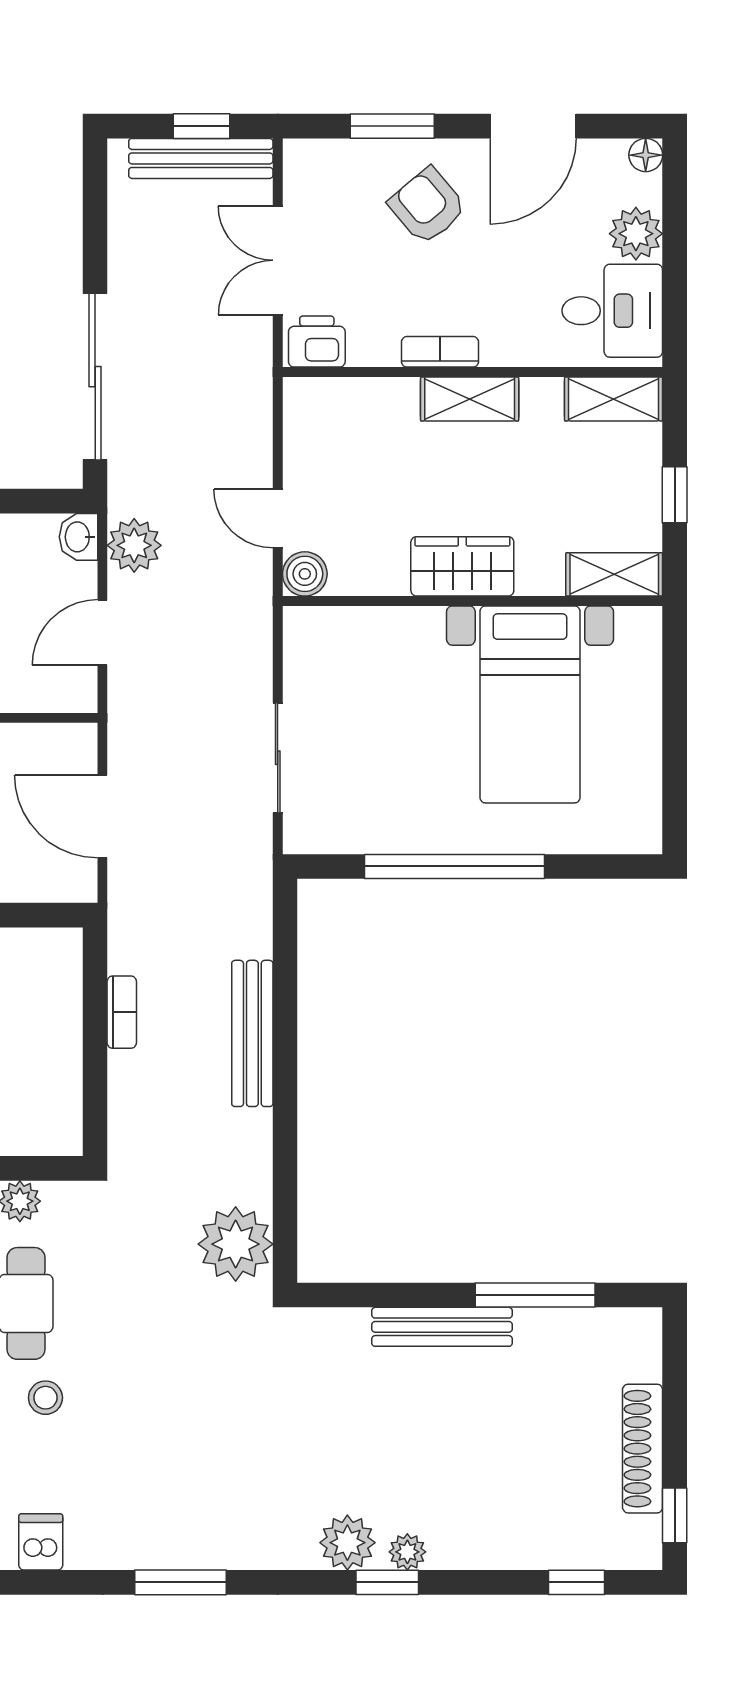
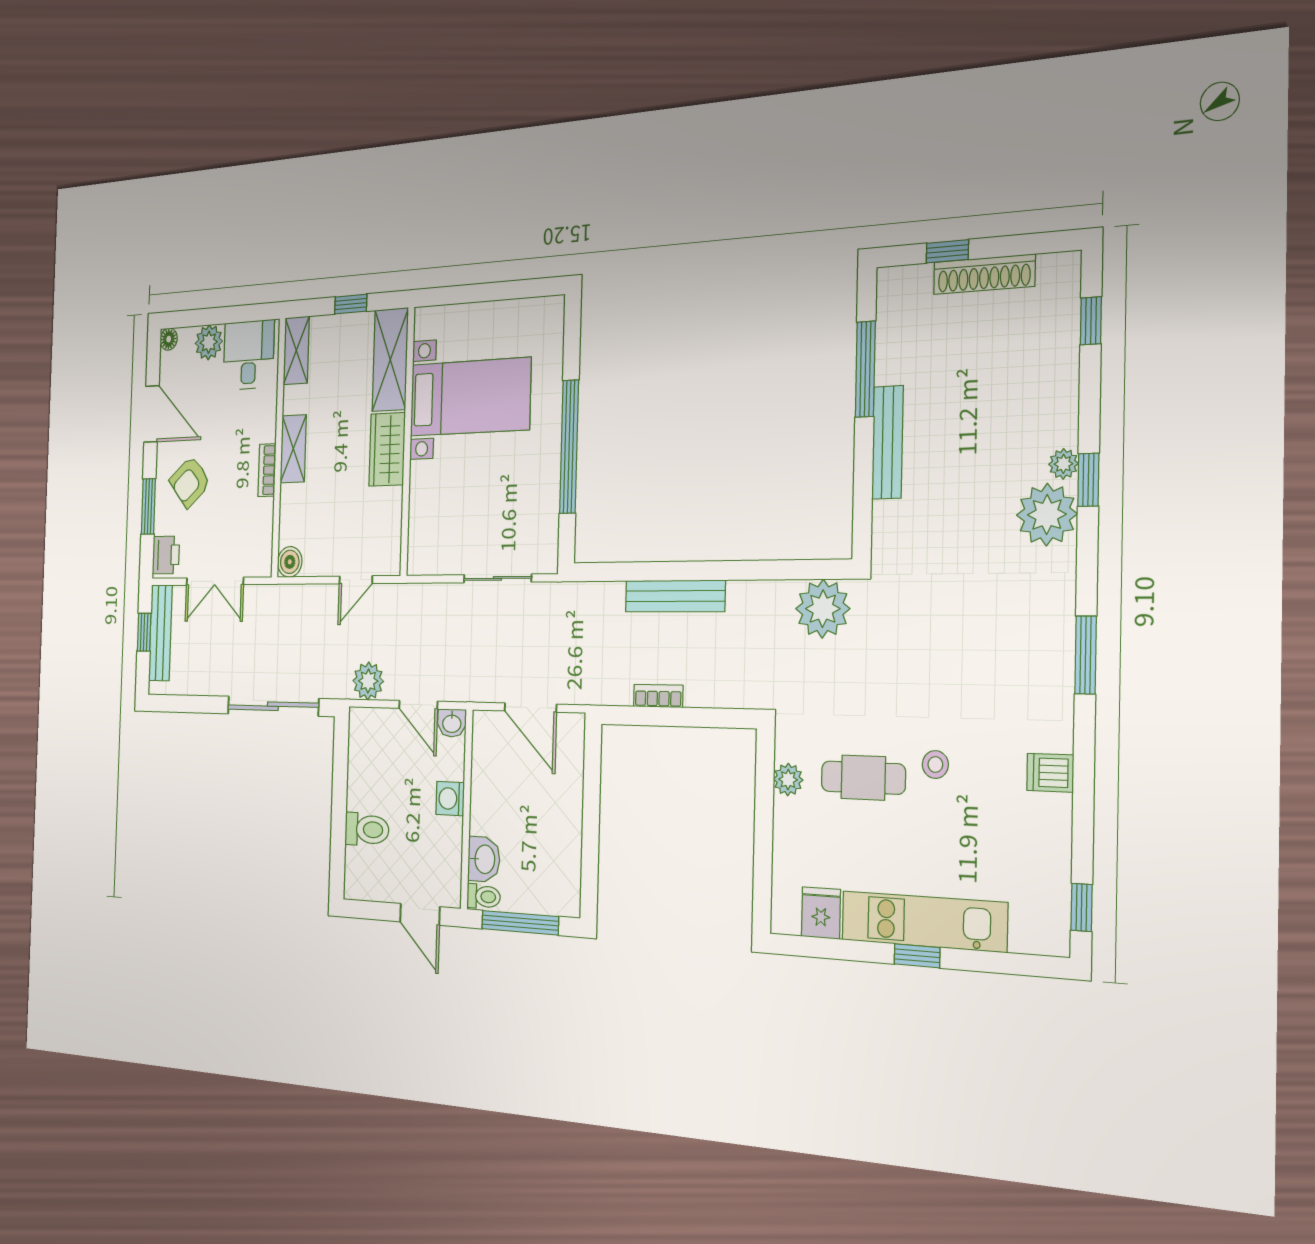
printer: (317, 342) -> (166, 555), moved, turned 180
washbasin: (78, 537) -> (452, 723), moved
boiler: (305, 574) -> (290, 562), moved
shelving: (614, 574) -> (390, 360), width x1.50, depth x1.33
door: (102, 816) -> (530, 708), hinge flipped
window: (675, 1515) -> (947, 251), moved
plant: (347, 1543) -> (1047, 515), width x1.36, depth x1.36

